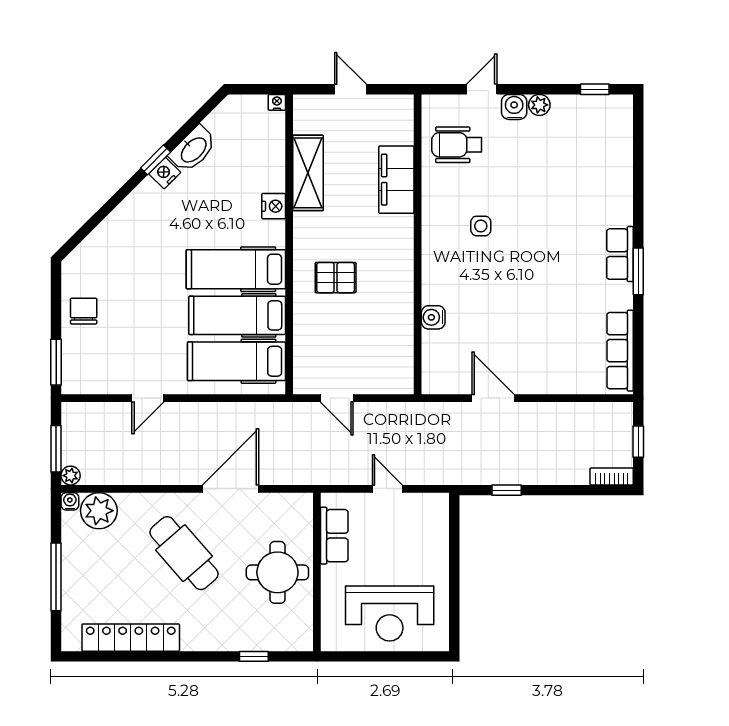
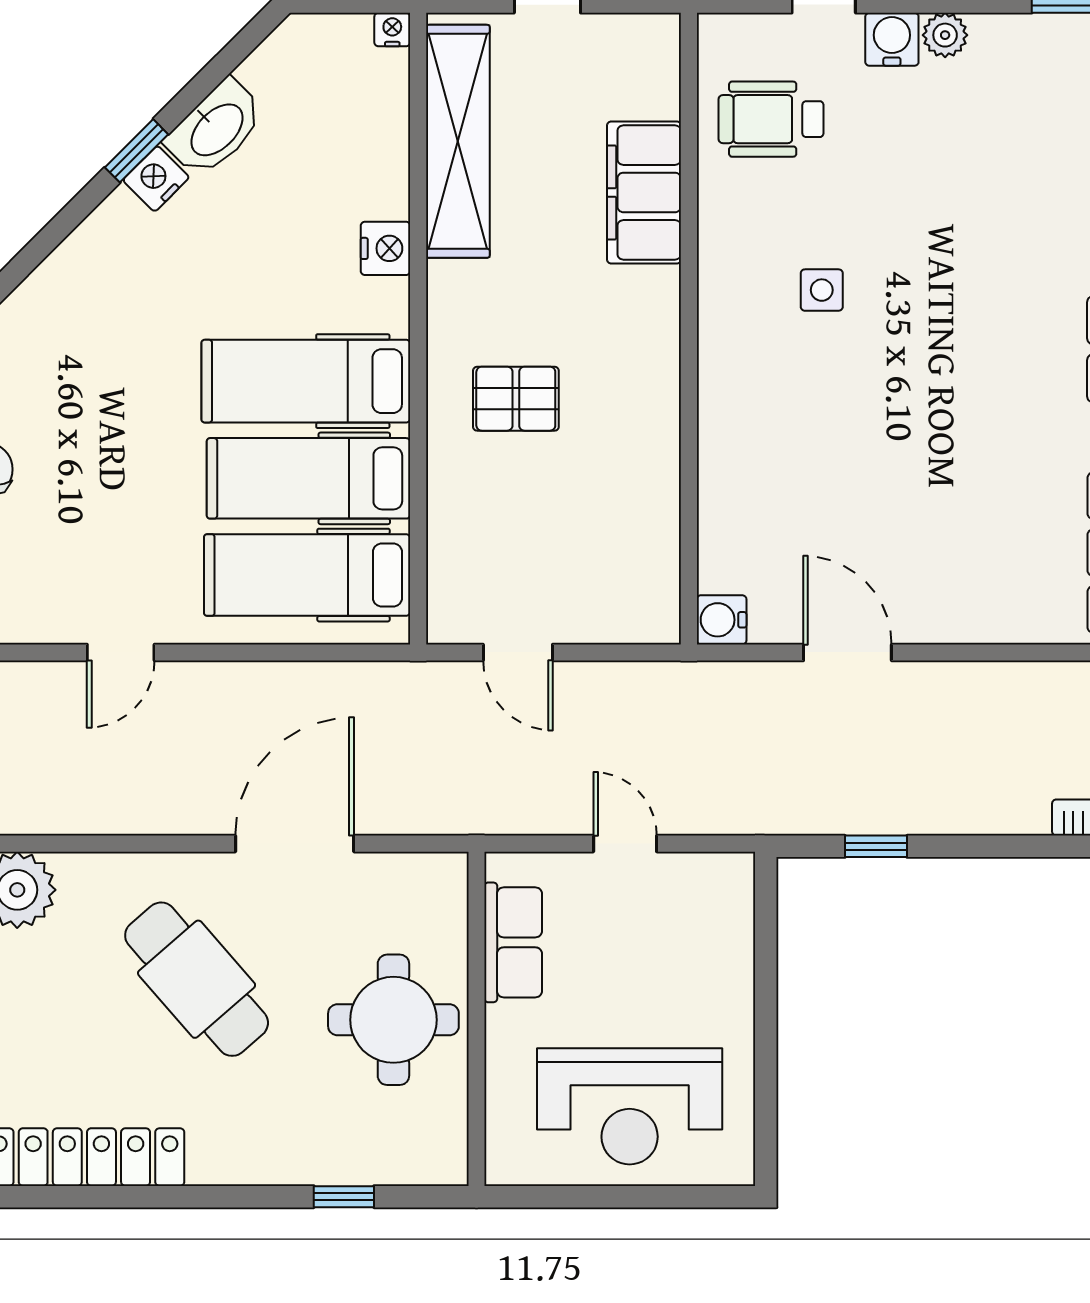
shelving: (308, 173) -> (458, 141), width x1.47
water cooler: (433, 317) -> (722, 620), moved

